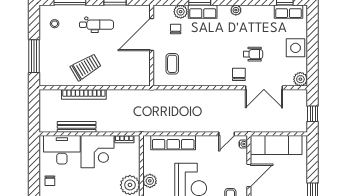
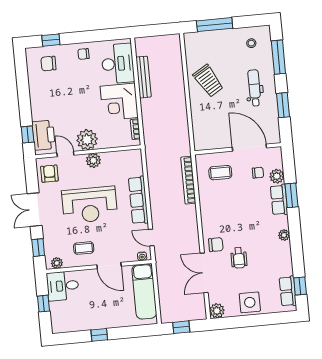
dental chair: (96, 25) -> (254, 88), turned 180
bookcase: (84, 94) -> (188, 180), moved
row of seats: (173, 143) -> (138, 200), moved

